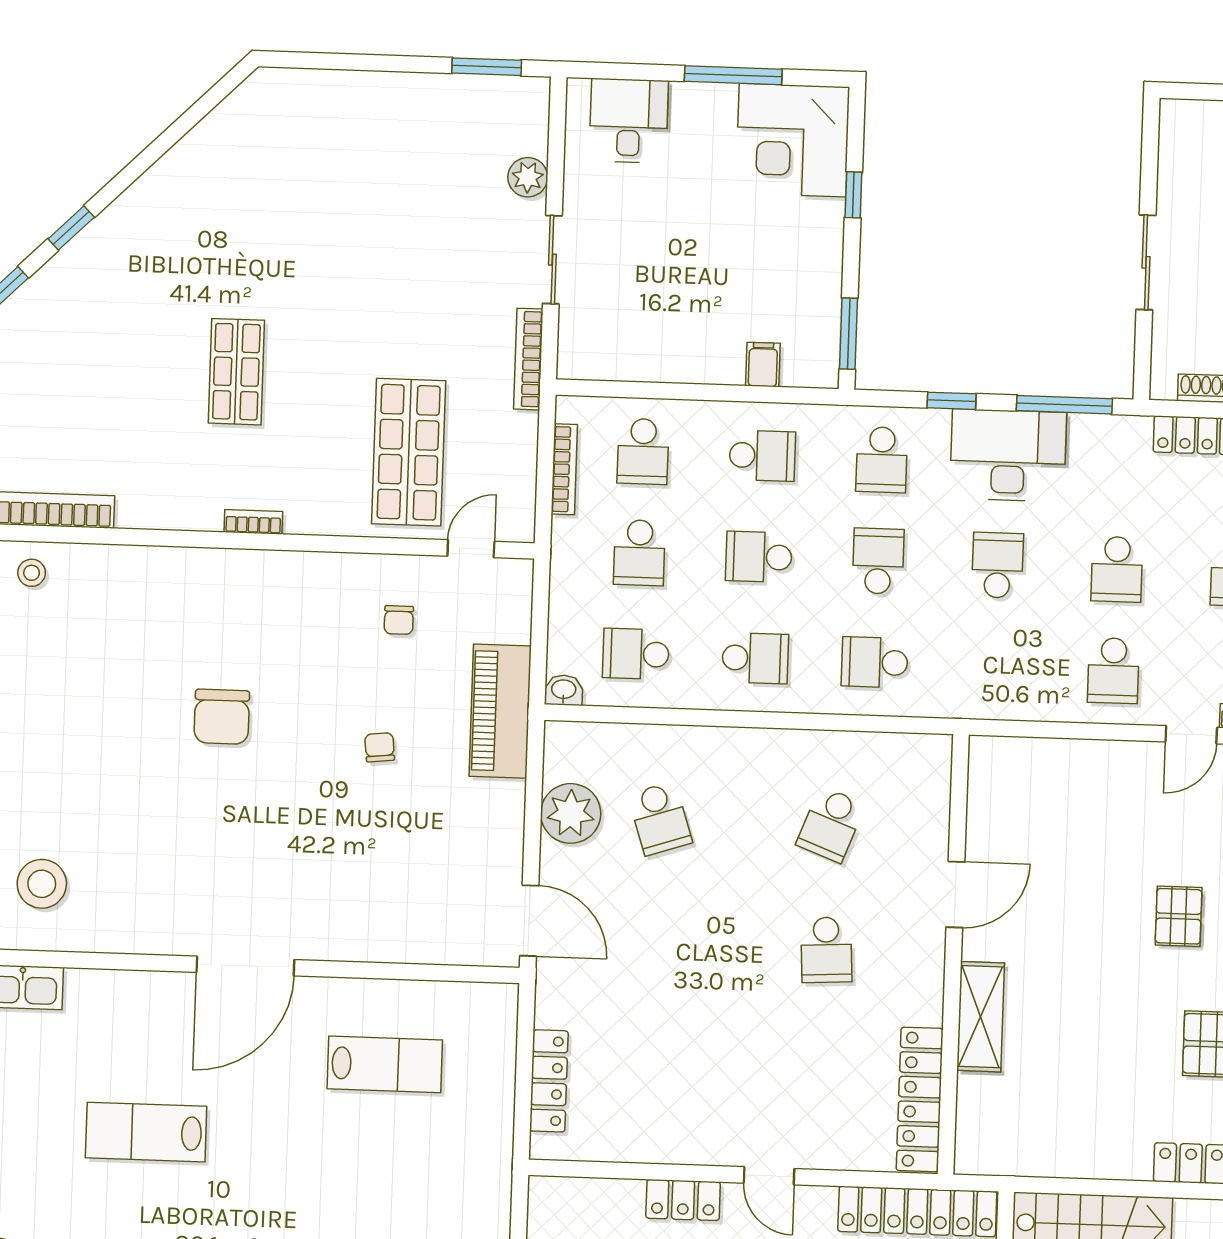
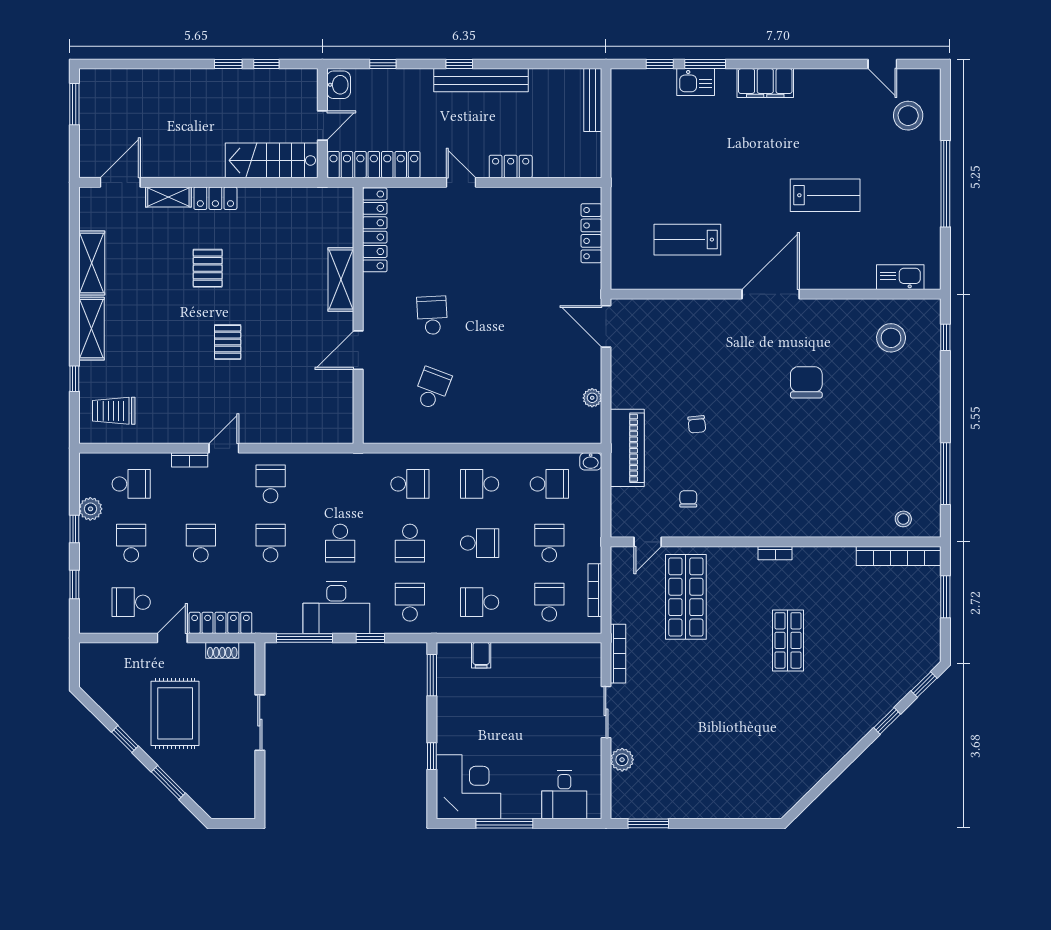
chair: (222, 717) -> (806, 382), moved
plant: (571, 813) -> (592, 398), width x0.53, depth x0.53
school desk: (660, 819) -> (532, 388), removed

